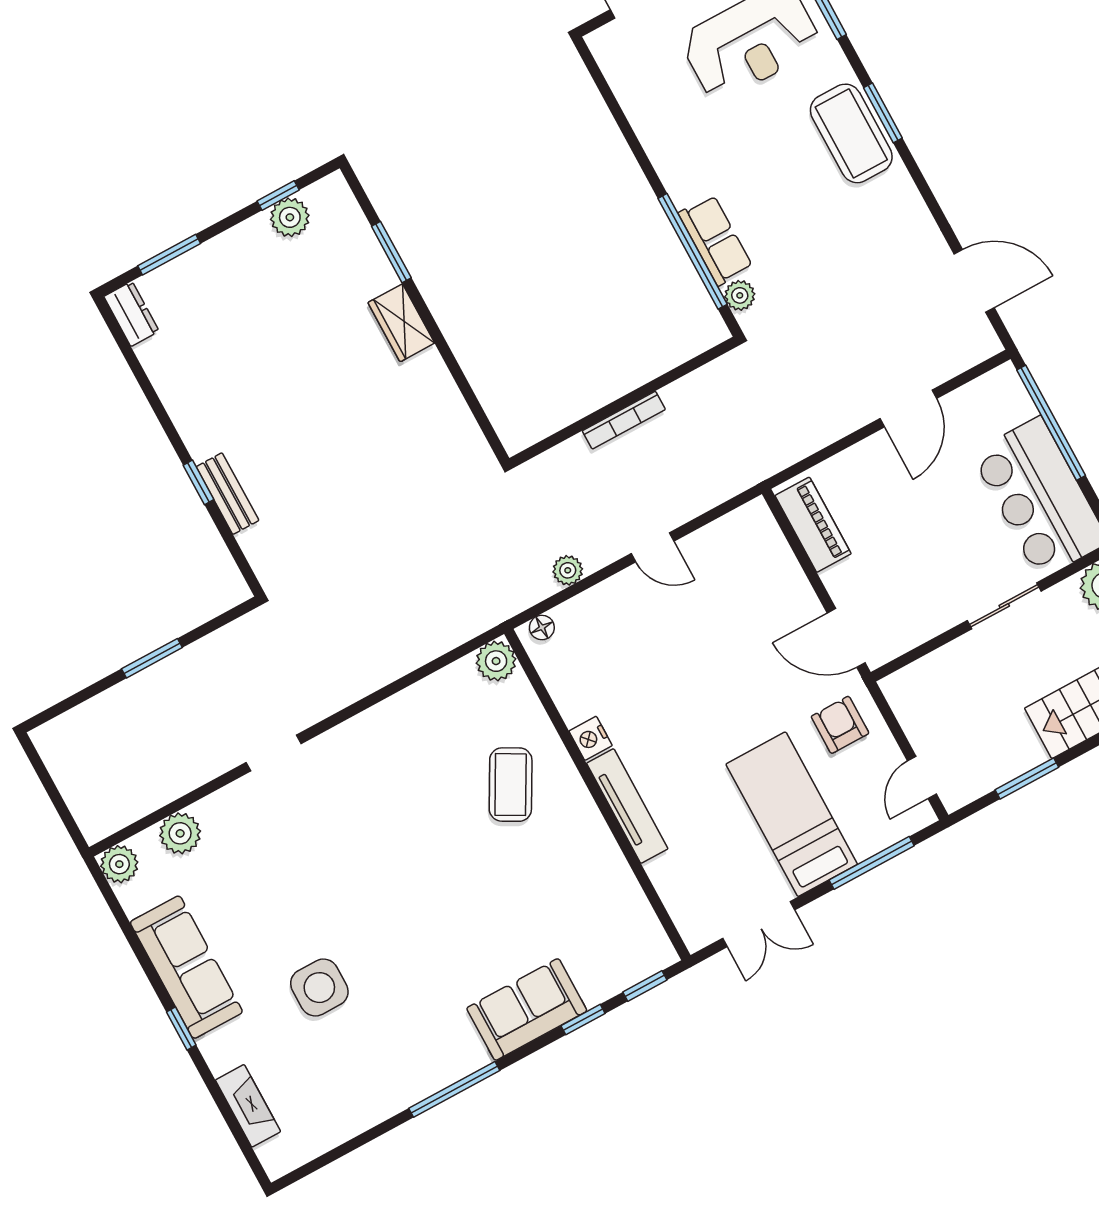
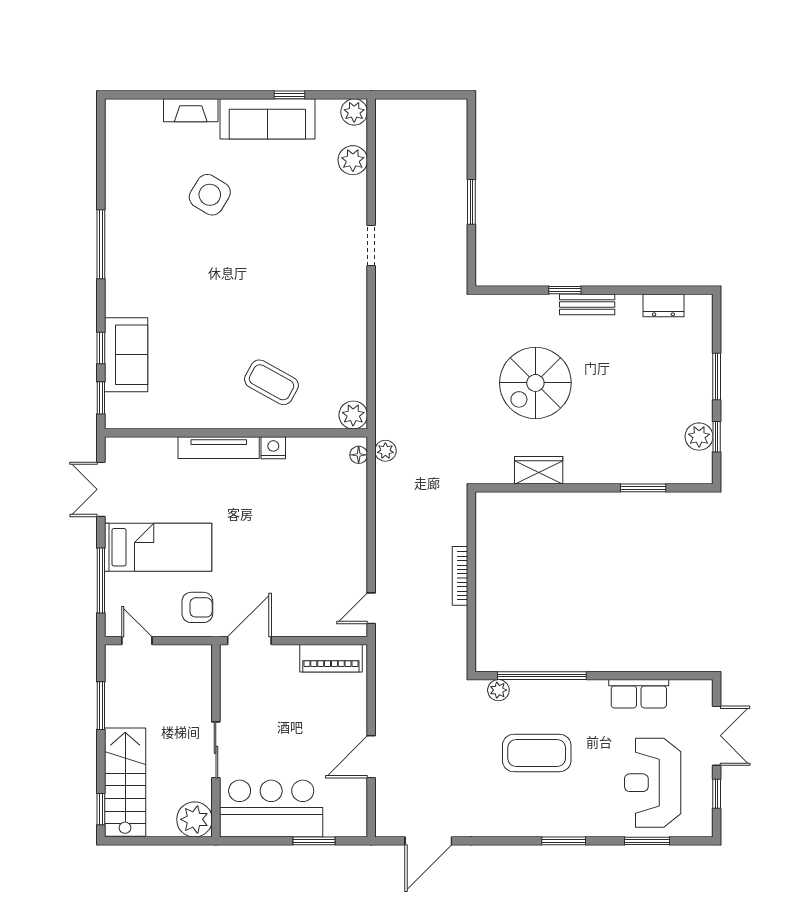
coffee table: (851, 133) -> (537, 753), moved
row of seats: (716, 240) -> (639, 694), moved
window: (169, 255) -> (717, 376), moved
dresser: (131, 314) -> (663, 305), moved
wardrobe: (401, 323) -> (539, 470), moved
door: (908, 409) -> (371, 757), hinge flipped
window: (1051, 423) -> (314, 841), width x0.47
spiral stairs: (334, 457) -> (535, 383), added
bench: (227, 494) -> (587, 304), moved
door: (652, 547) -> (371, 608), moved
plant: (568, 570) -> (385, 451), moved
side table: (319, 988) -> (210, 195), turned 31
sofa: (527, 1009) -> (126, 355), moved
window: (181, 1029) -> (289, 95), moved
fireplace: (248, 1106) -> (191, 110), moved

